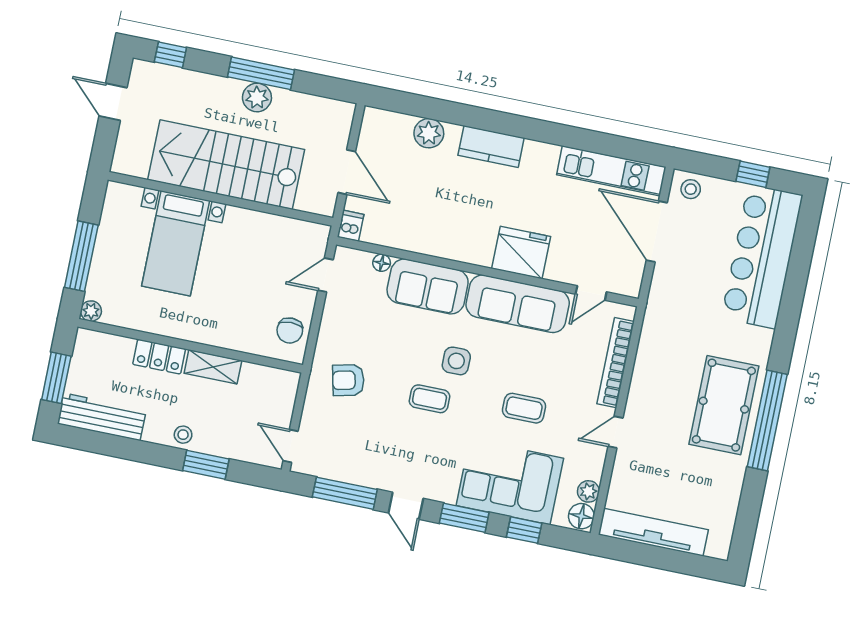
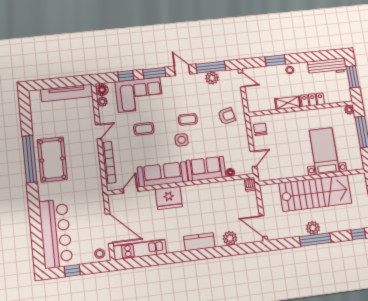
door: (347, 172) -> (263, 226), moved
plant: (350, 469) -> (212, 78), added

